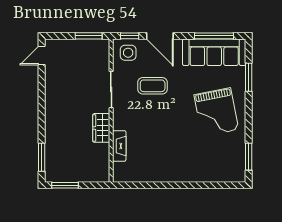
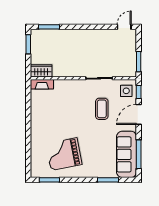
door: (42, 56) -> (124, 27), hinge flipped
grand piano: (216, 112) -> (64, 154), moved
wardrobe: (101, 128) -> (41, 71), moved
fireplace: (119, 146) -> (42, 84), moved

